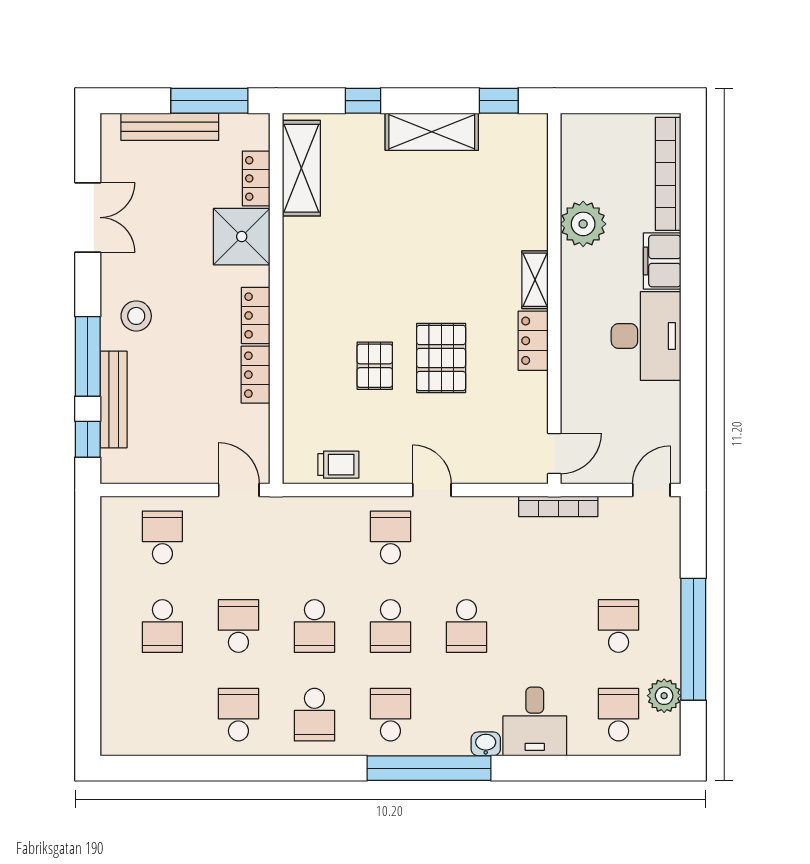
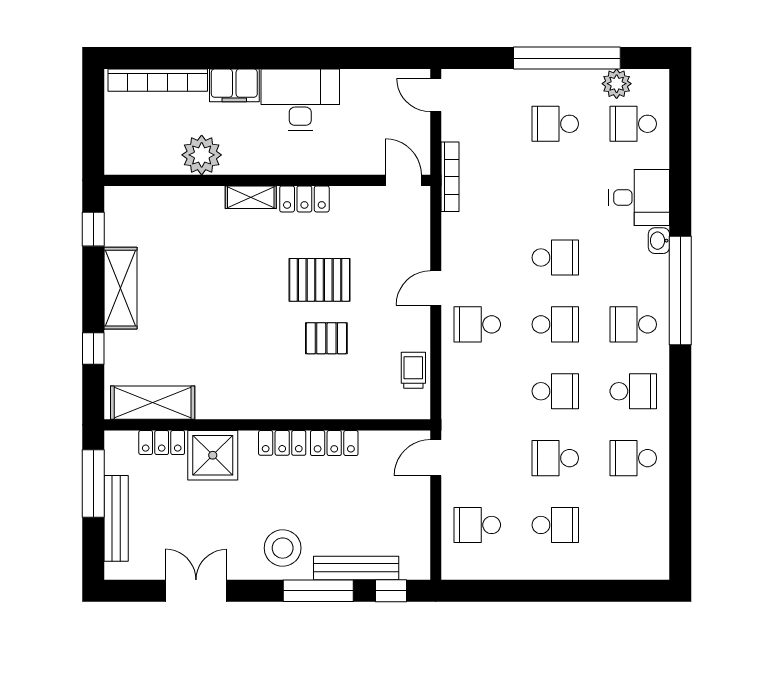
stool: (136, 316) -> (283, 548), width x1.38, depth x1.38

